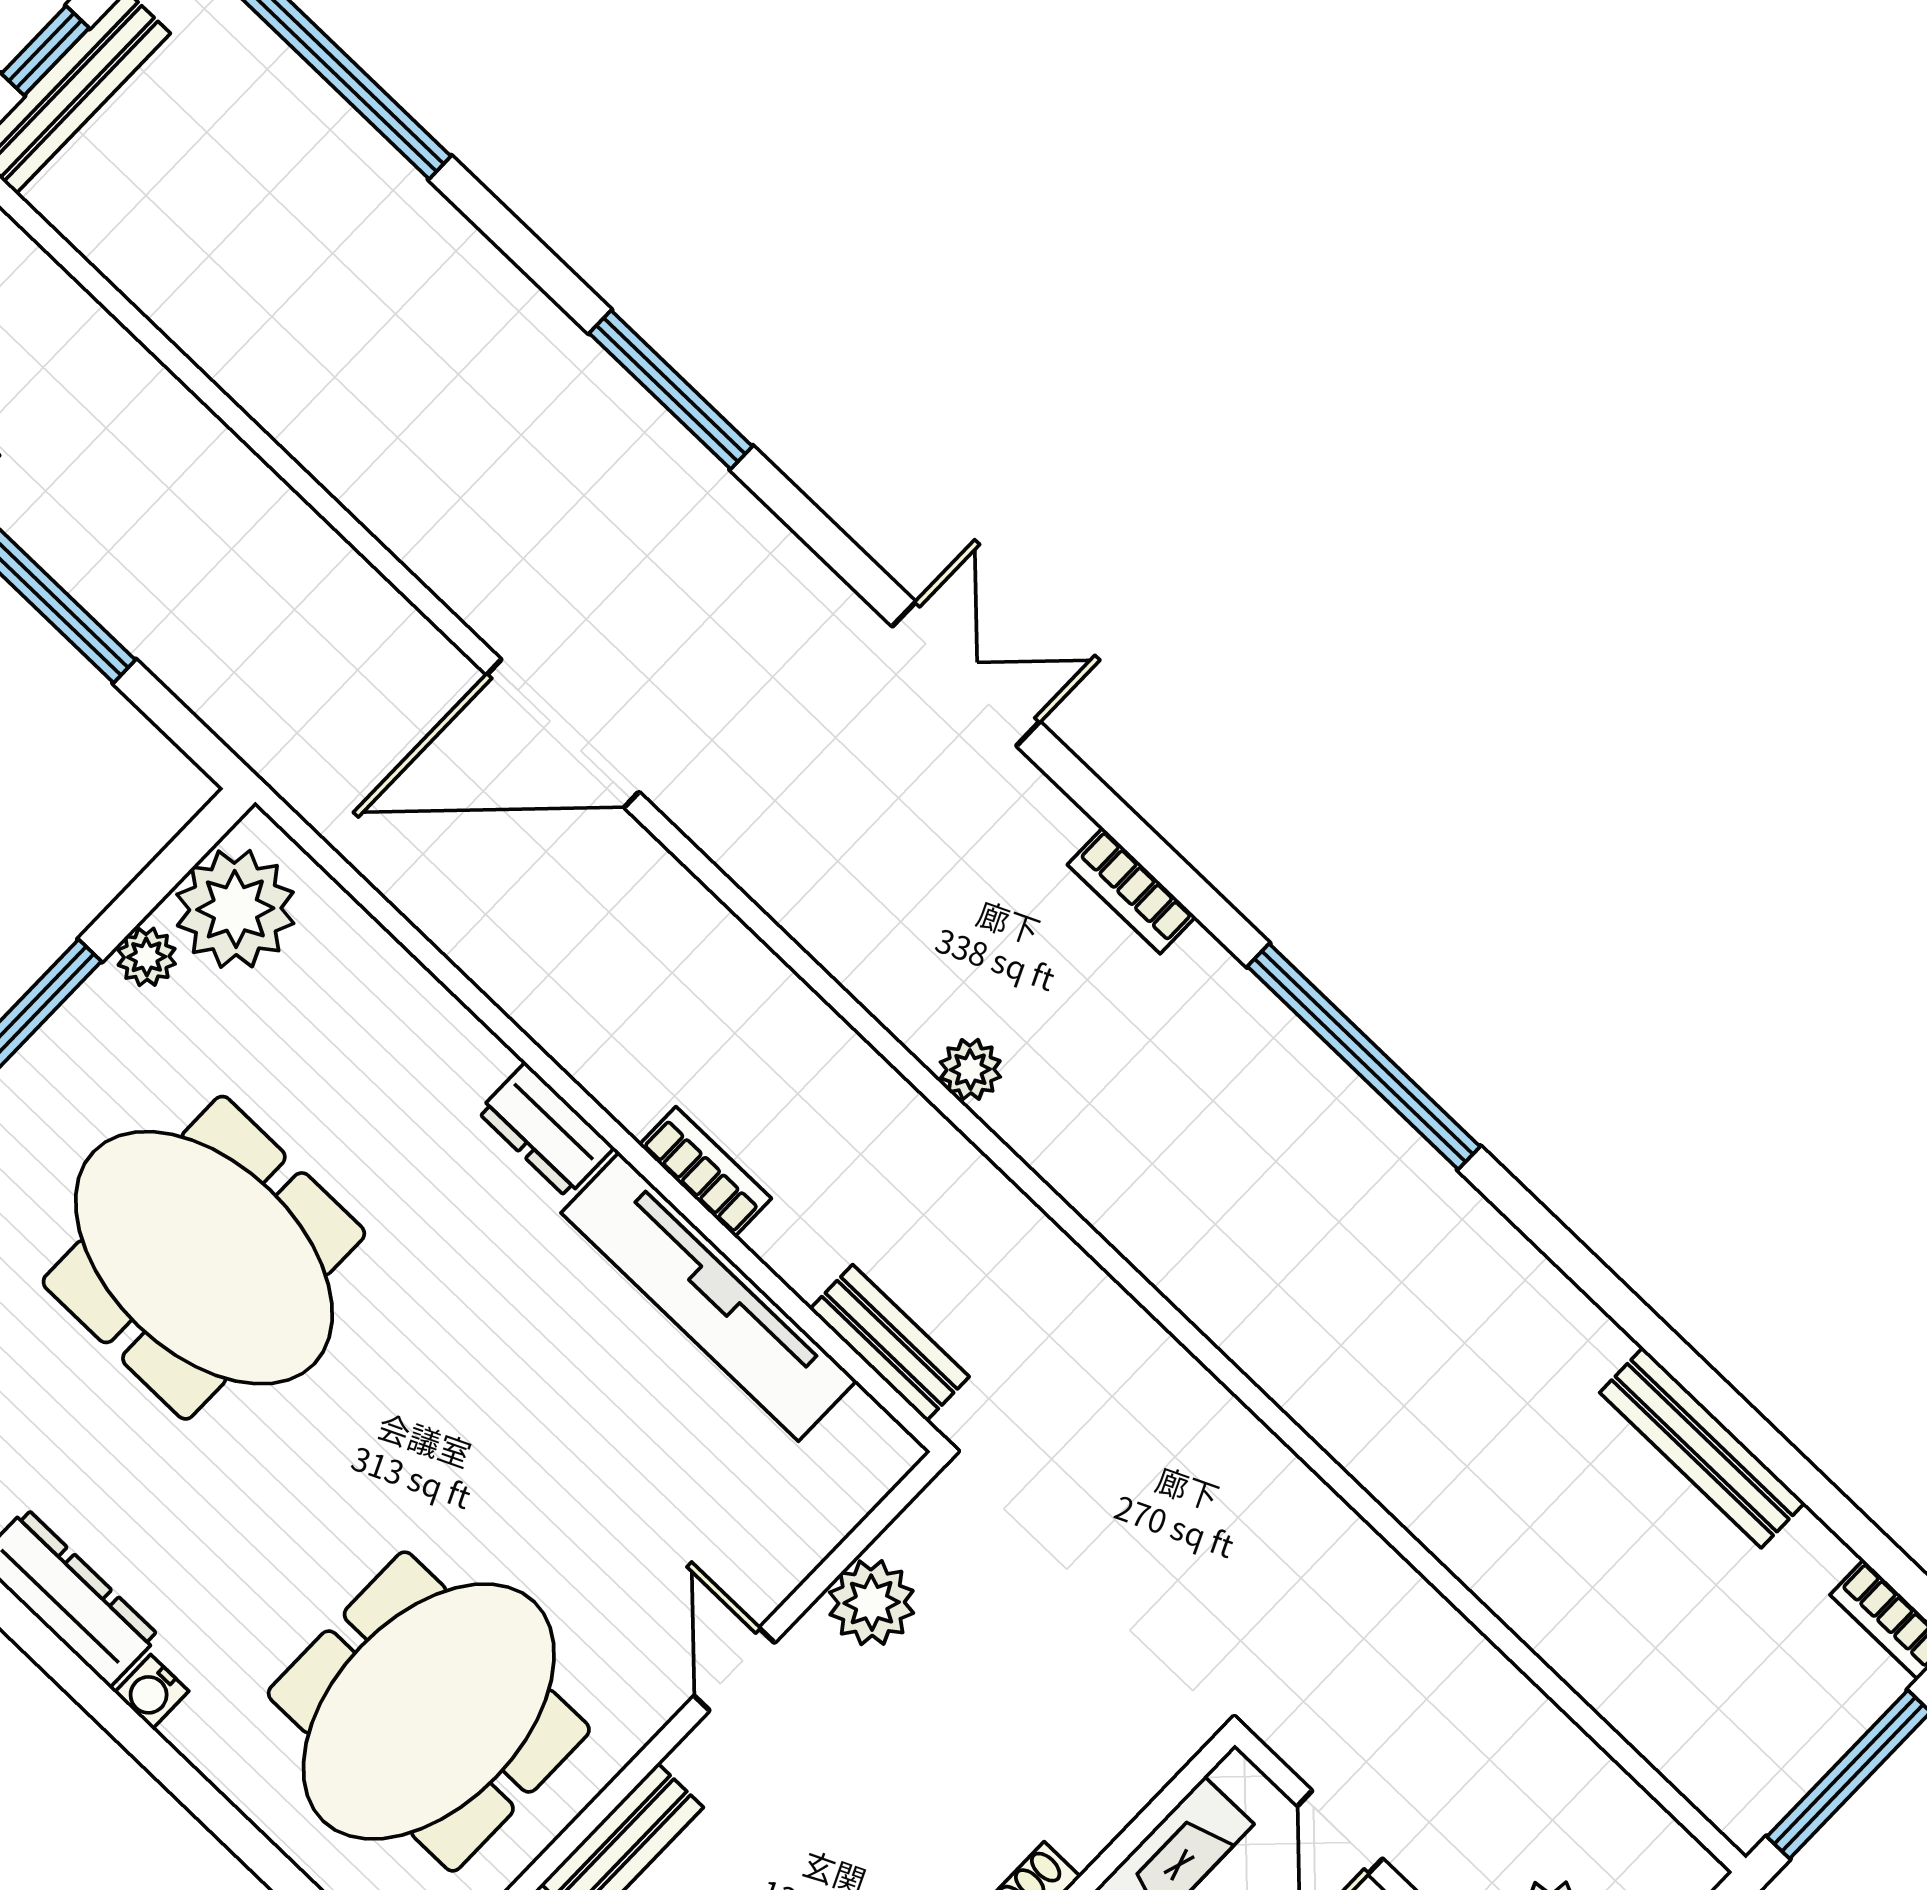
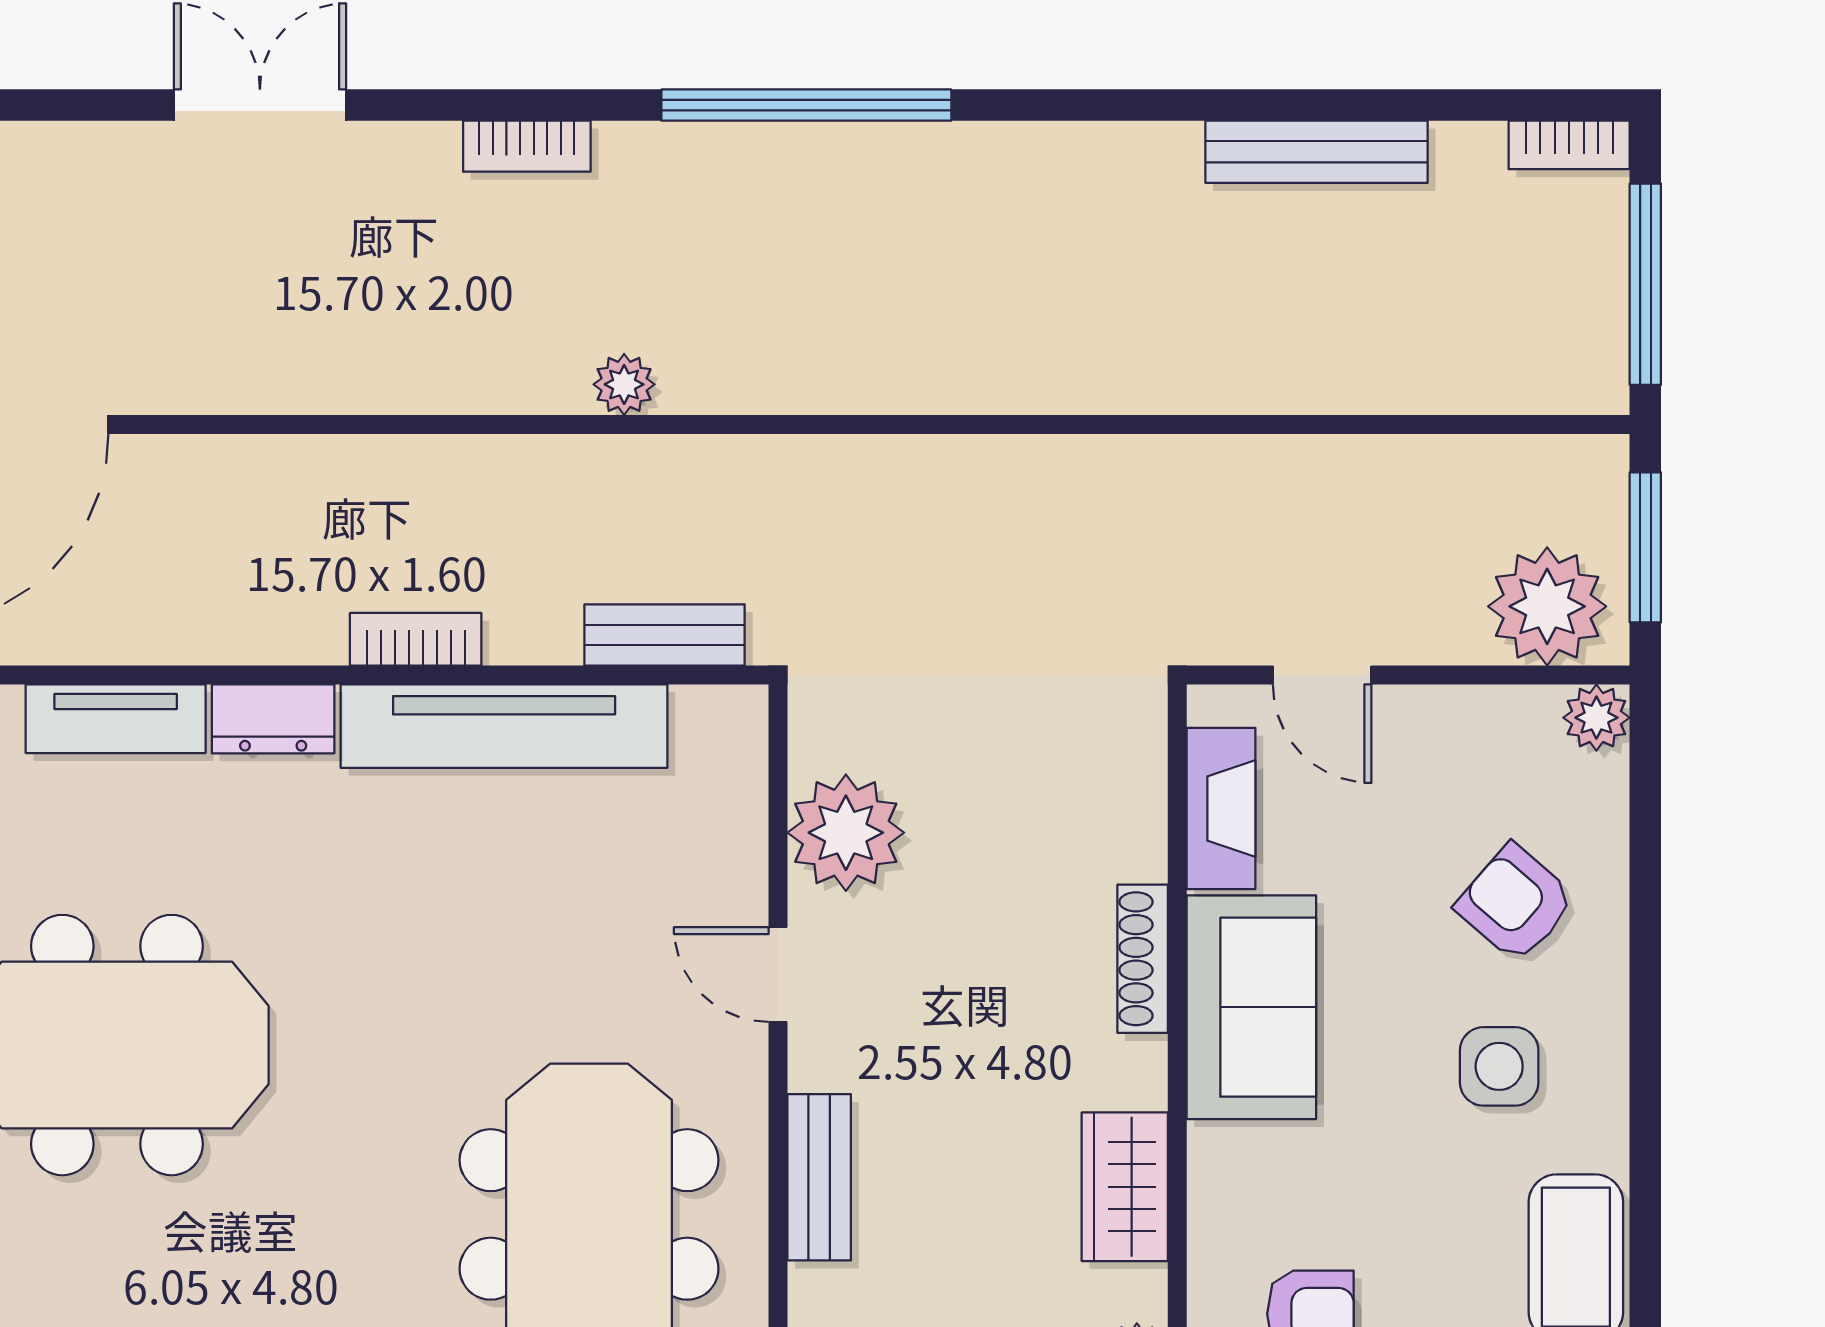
tv unit: (431, 1019) -> (116, 719), added
plant: (970, 1069) -> (624, 384), moved
plant: (872, 1603) -> (846, 833), width x1.36, depth x1.36

